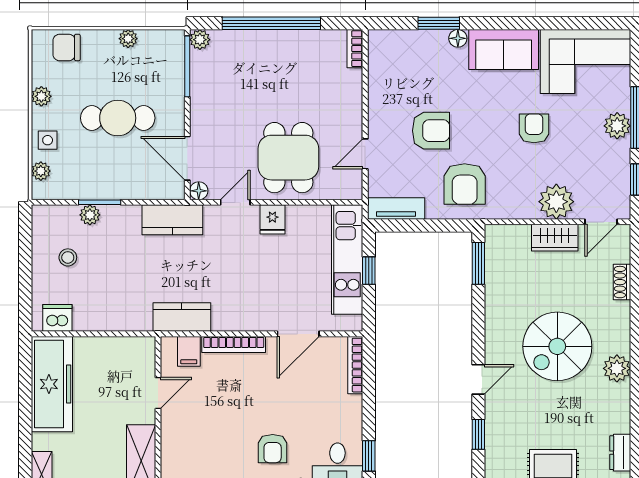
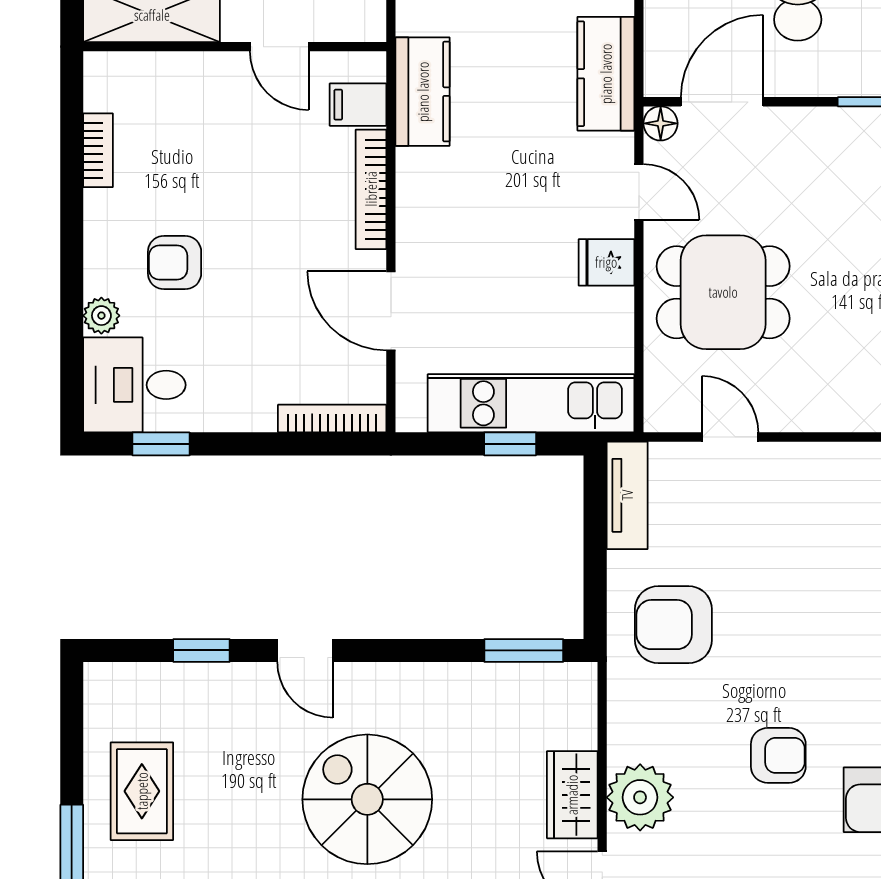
armchair: (431, 131) -> (774, 561), removed

